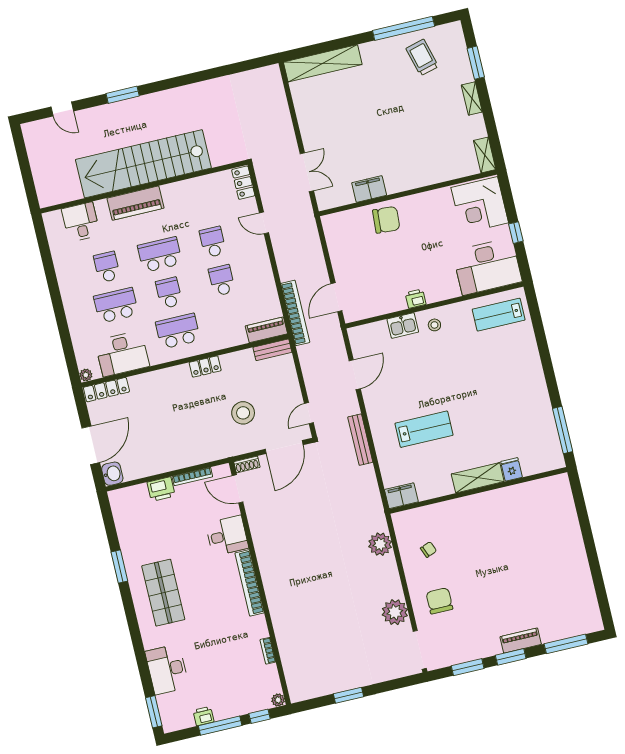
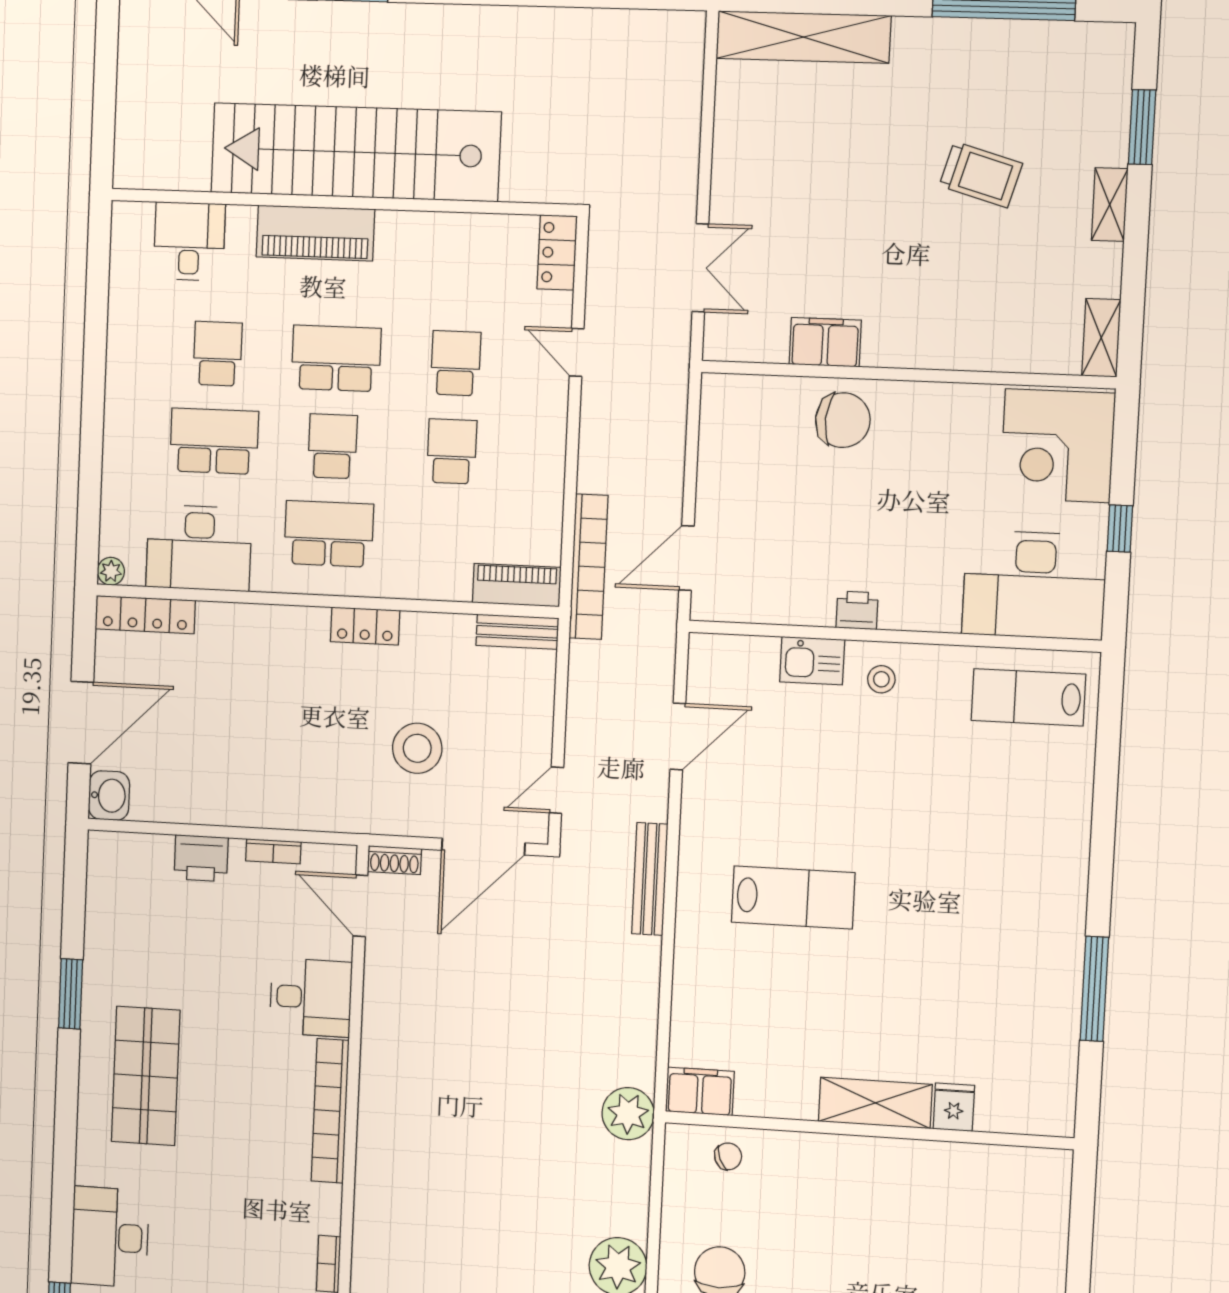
trolley: (422, 57) -> (981, 175), moved, turned 121
fridge: (512, 469) -> (954, 1107), moved
bookcase: (192, 476) -> (273, 851), width x0.64
shelving: (478, 478) -> (875, 1103), moved
wall: (478, 490) -> (868, 1130), moved
filing cabinet: (401, 496) -> (700, 1091), moved

